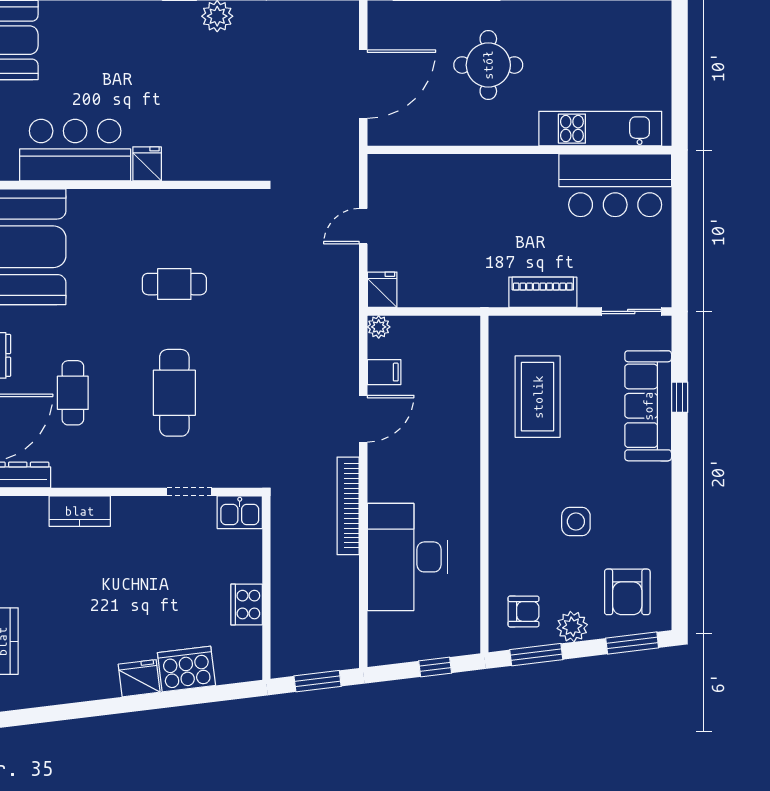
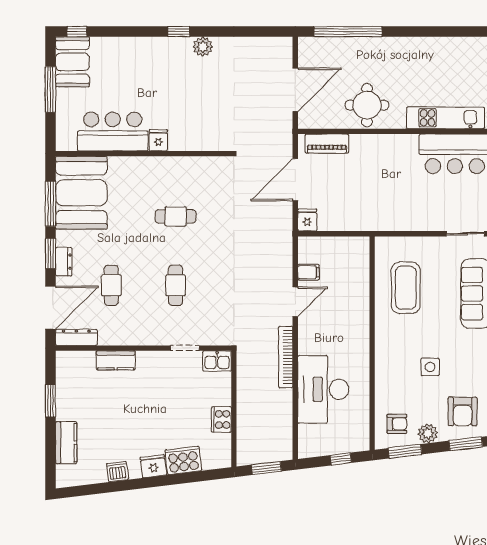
round table: (488, 65) -> (367, 105), moved
door: (363, 226) -> (295, 180), width x1.87
piano: (543, 292) -> (327, 144), moved, turned 180
plant: (379, 327) -> (305, 244), removed
cafe table: (174, 393) -> (176, 285), width x0.73, depth x0.74
dishwasher: (83, 687) -> (118, 472), added

